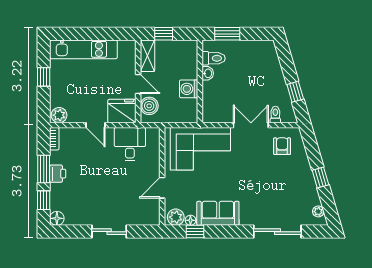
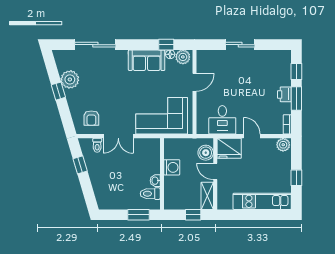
plant: (318, 211) -> (70, 79), moved, width x1.87, depth x1.87
floor lamp: (57, 218) -> (285, 56), removed

